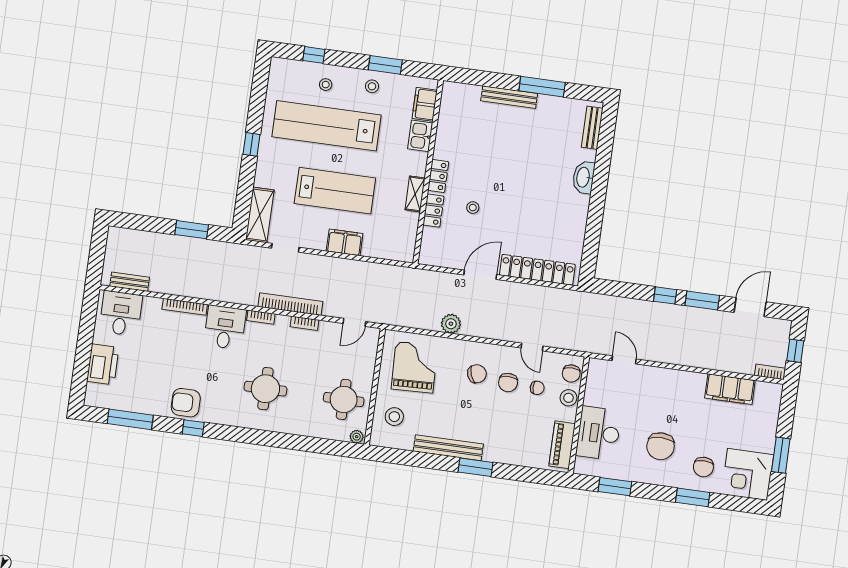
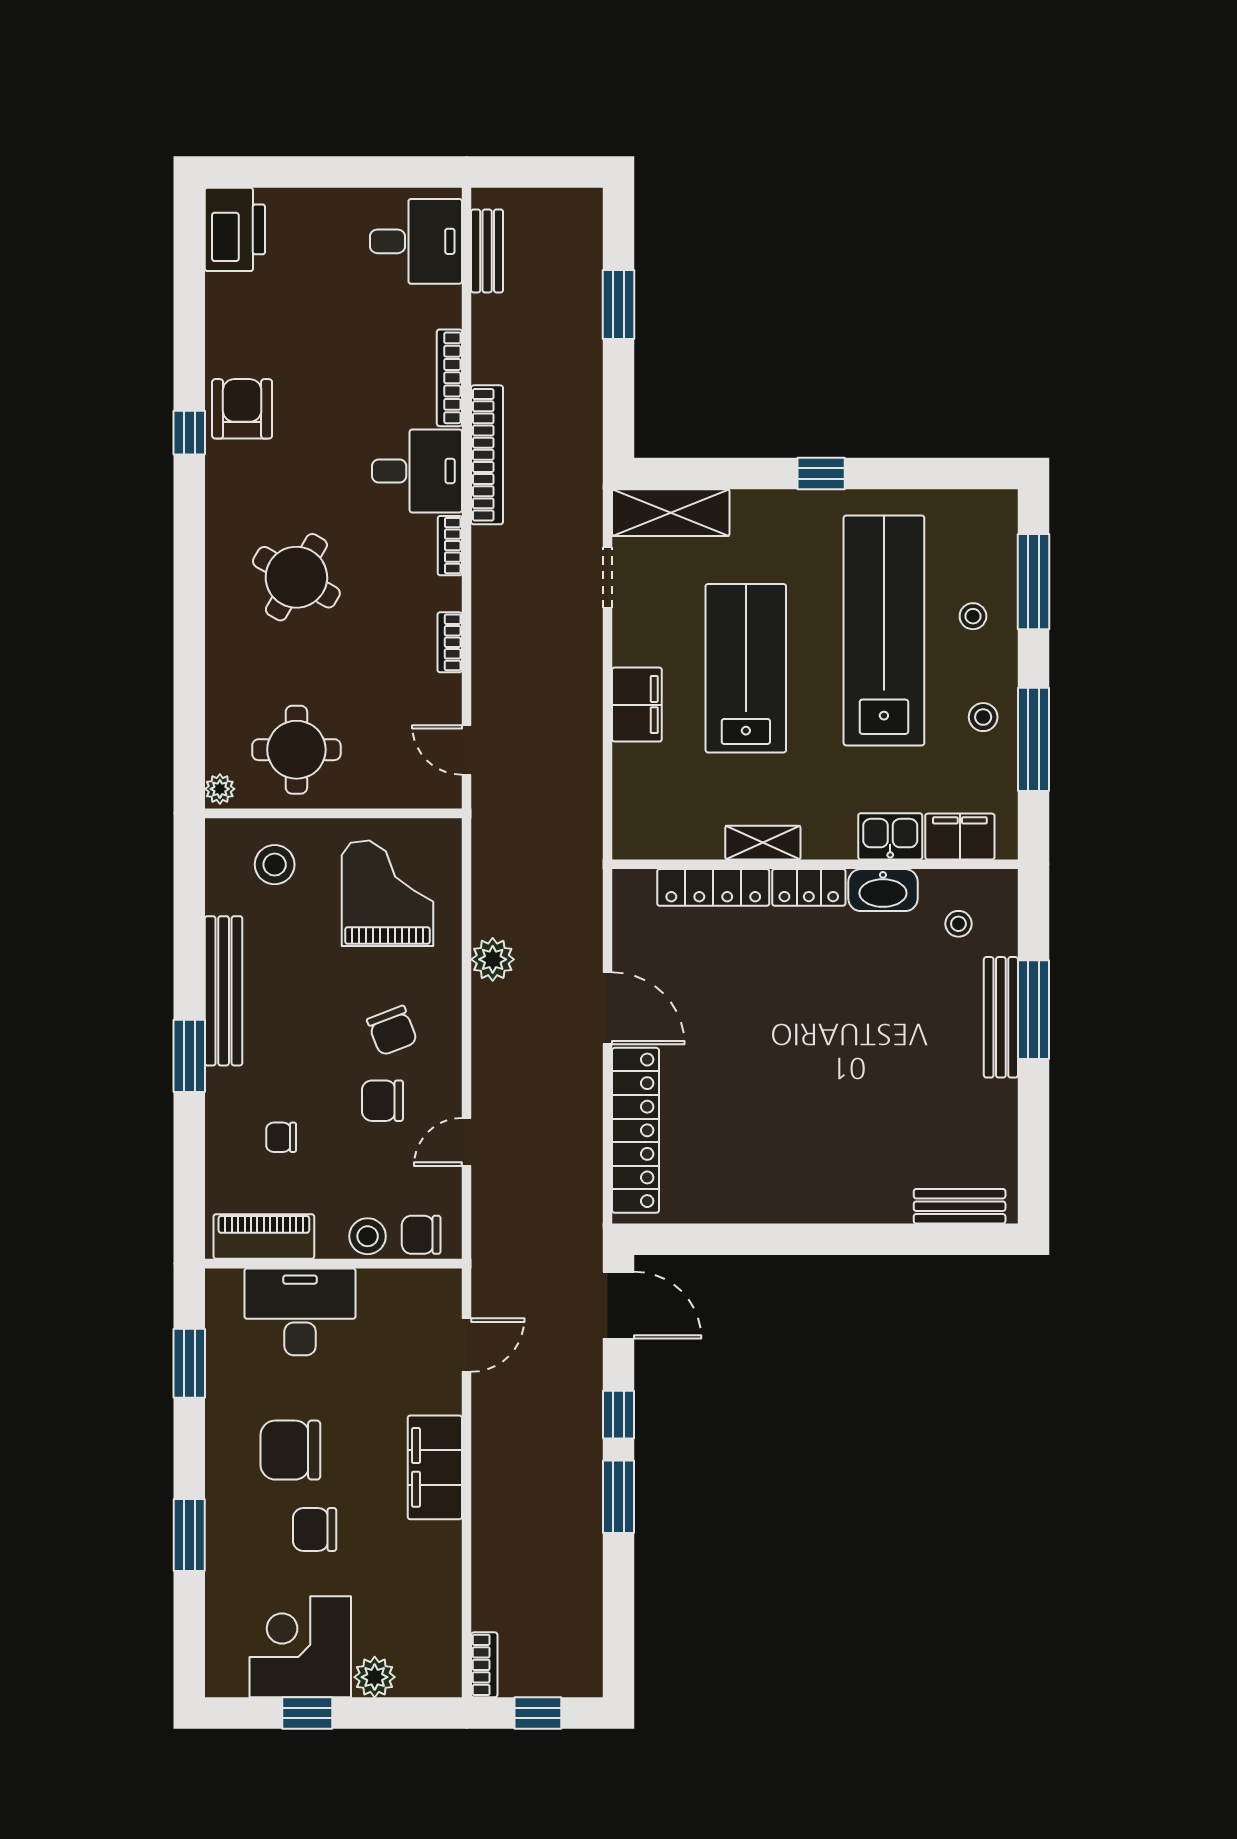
window: (314, 55) -> (1033, 582), width x2.17
window: (385, 65) -> (1033, 739), width x1.44
window: (542, 87) -> (1033, 1010), moved
washbasin: (584, 177) -> (883, 890), moved, turned 180
lab bench: (335, 191) -> (746, 668), turned 180
stool: (473, 208) -> (958, 924), moved
locker: (433, 211) -> (713, 887), width x1.53
window: (192, 230) -> (618, 304), moved
bookcase: (290, 304) -> (487, 455), moved
door: (750, 307) -> (618, 1305), moved
printer: (103, 364) -> (235, 229), moved, turned -90
grand piano: (414, 367) -> (388, 893), turned -88
chair: (537, 388) -> (281, 1137), moved, turned 90
round table: (265, 389) -> (296, 577), turned 30
filing cabinet: (730, 389) -> (435, 1467), moved
window: (130, 419) -> (189, 293), removed
plant: (769, 422) -> (375, 1677), added
window: (781, 455) -> (307, 1713), width x0.67
chair: (703, 467) -> (315, 1529), moved
corner desk: (747, 474) -> (300, 1647), moved

